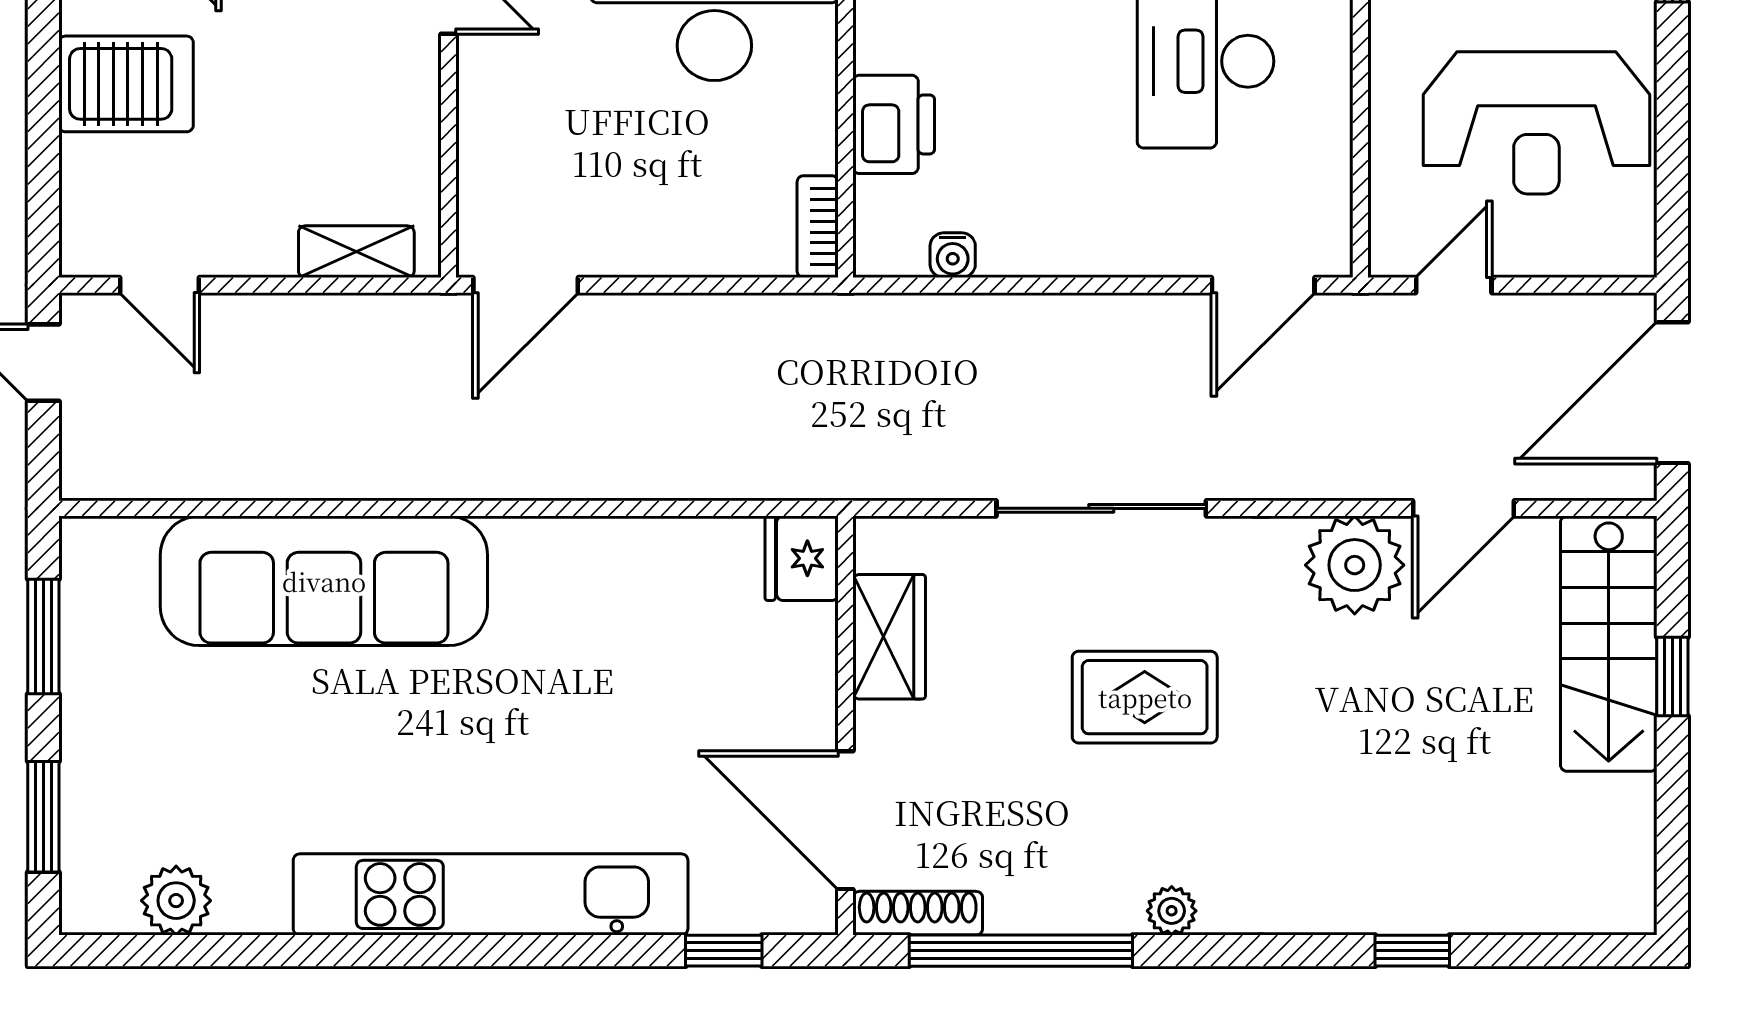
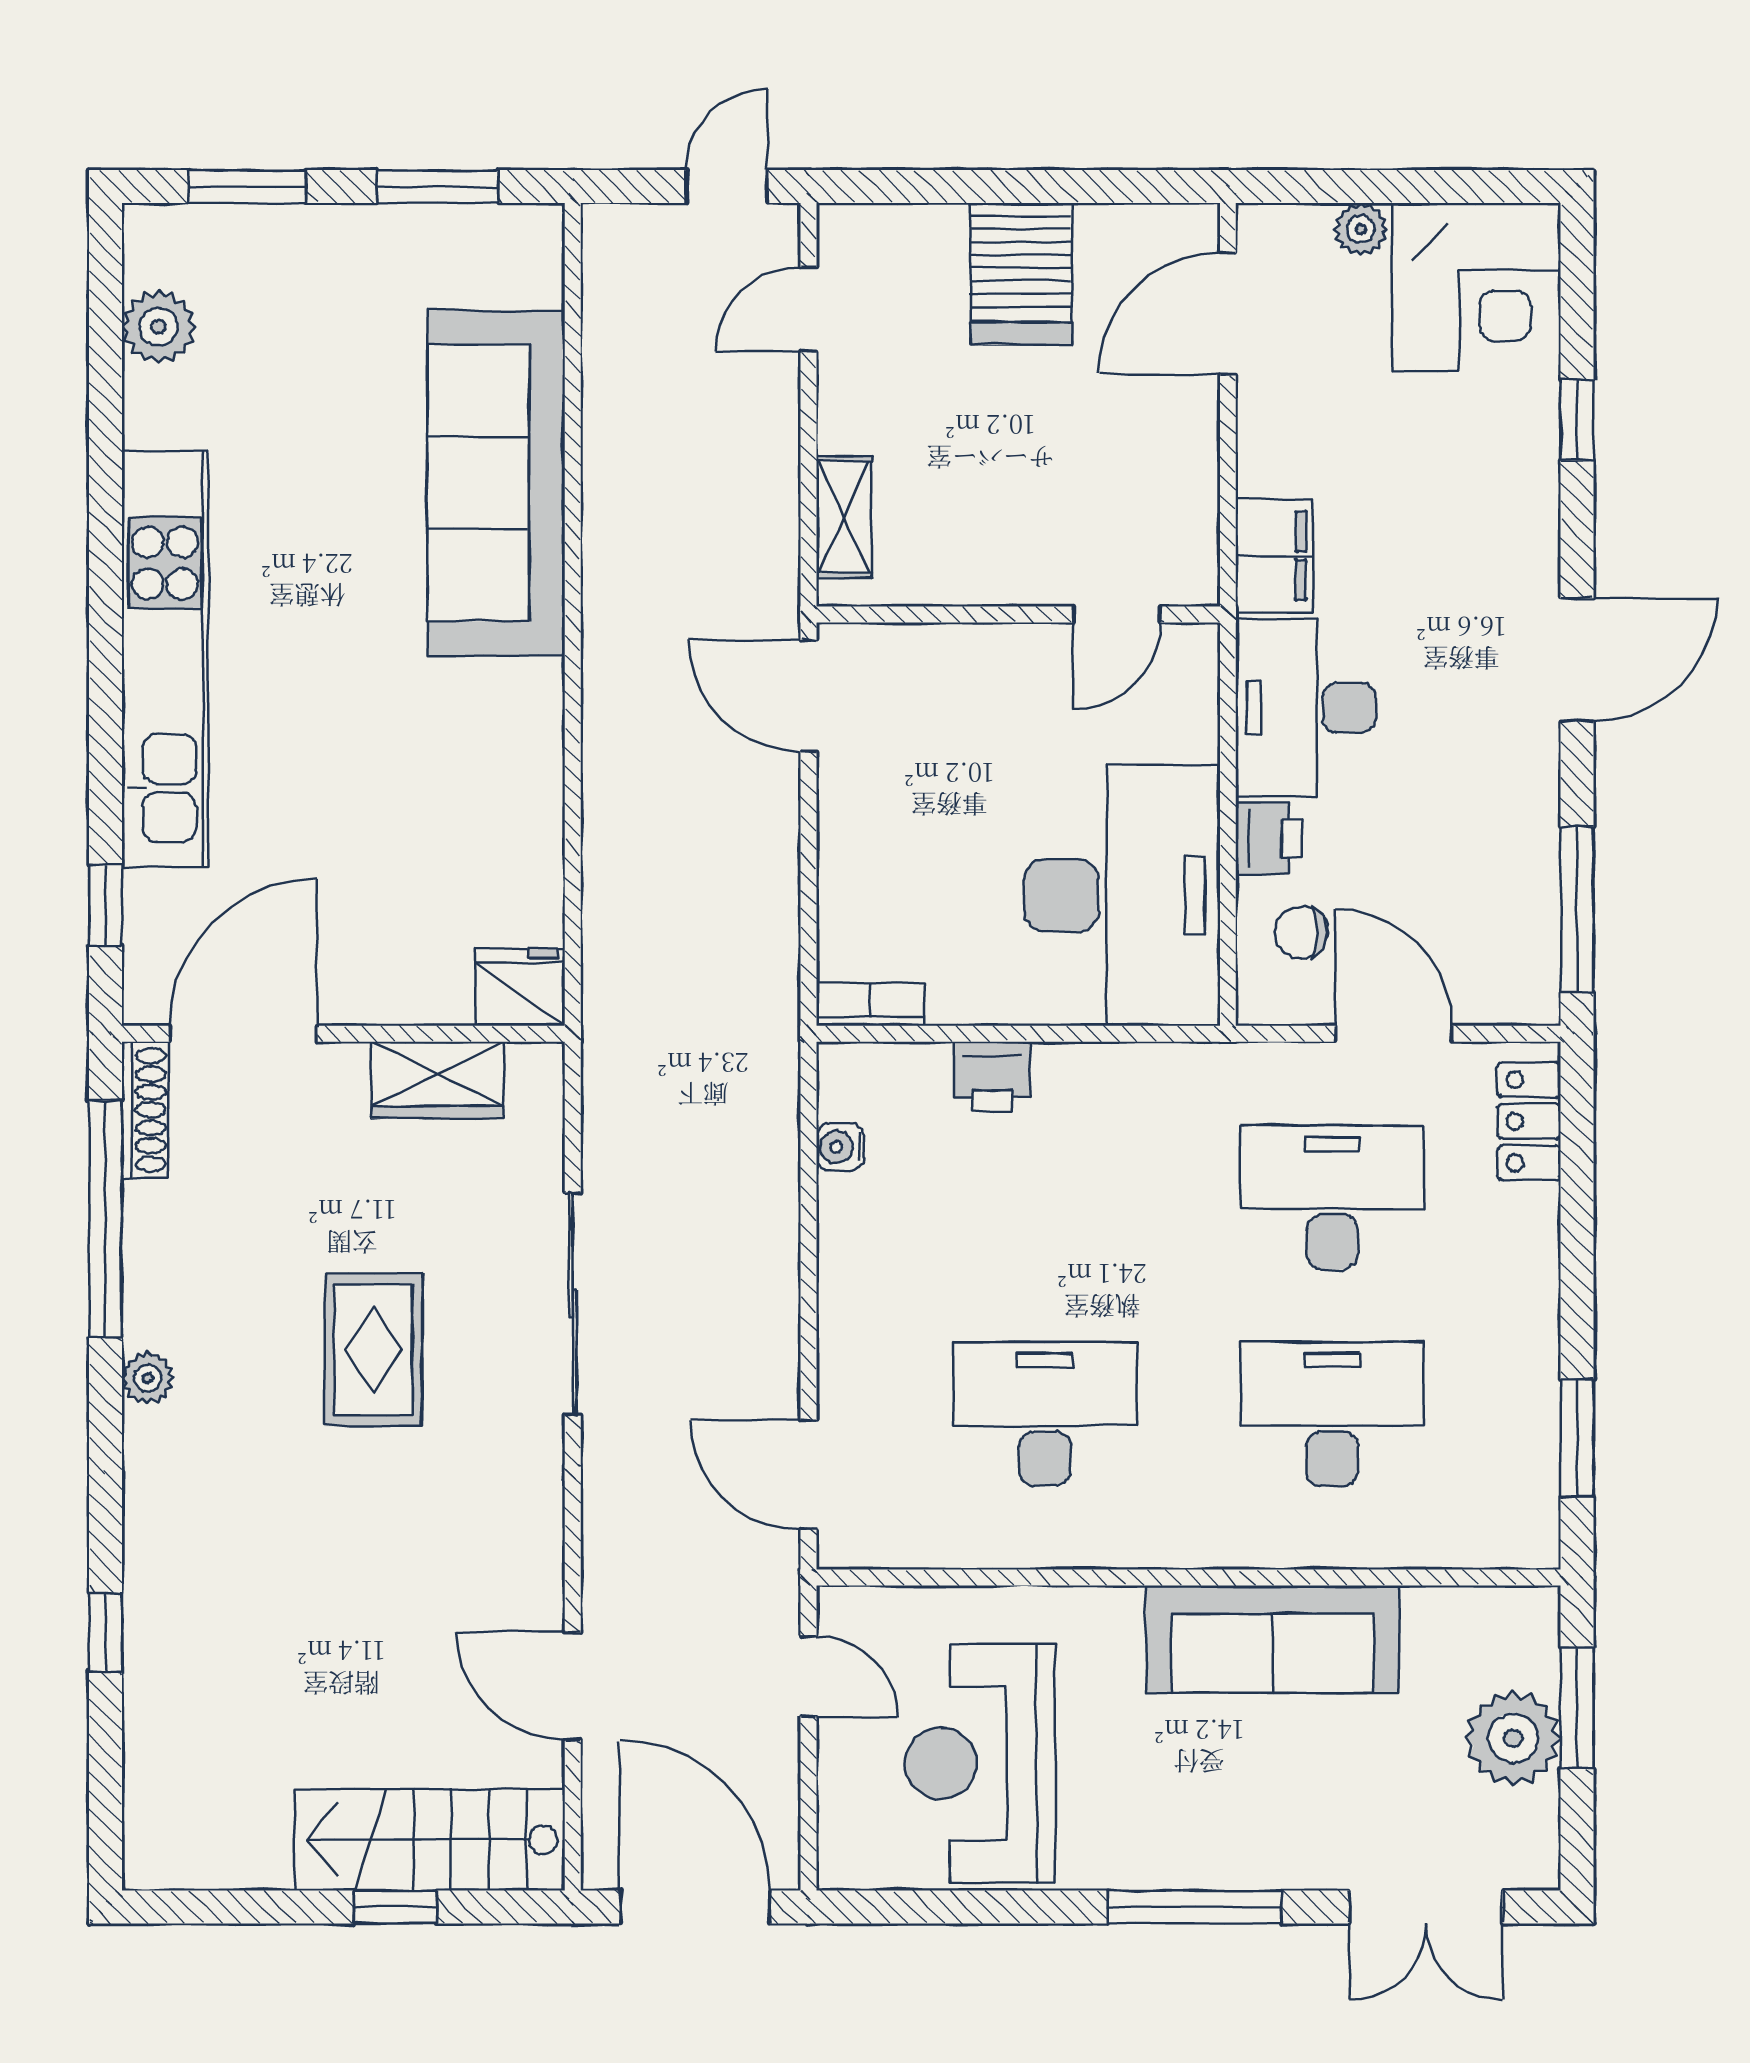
printer: (894, 124) -> (992, 1076), width x0.73, depth x0.81
plant: (1355, 565) -> (513, 1571), removed

